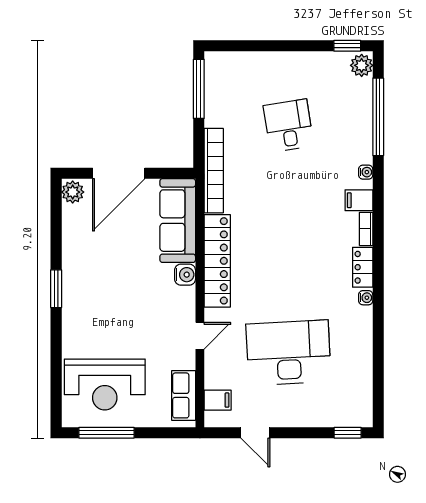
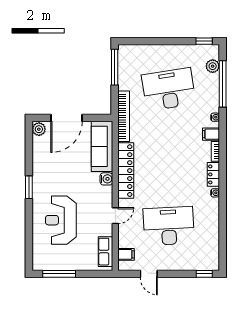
plant: (362, 65) -> (213, 66), moved
desk: (288, 126) -> (169, 89), width x1.87, depth x1.30
reception desk: (105, 384) -> (61, 220), moved, turned 90

